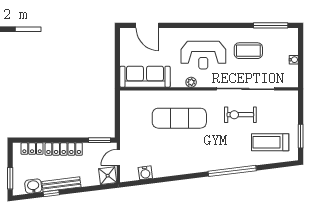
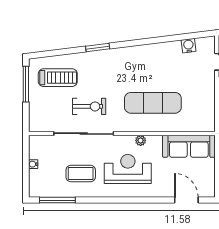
window: (301, 136) -> (26, 84), width x1.44
window: (232, 171) -> (98, 48), width x0.47

